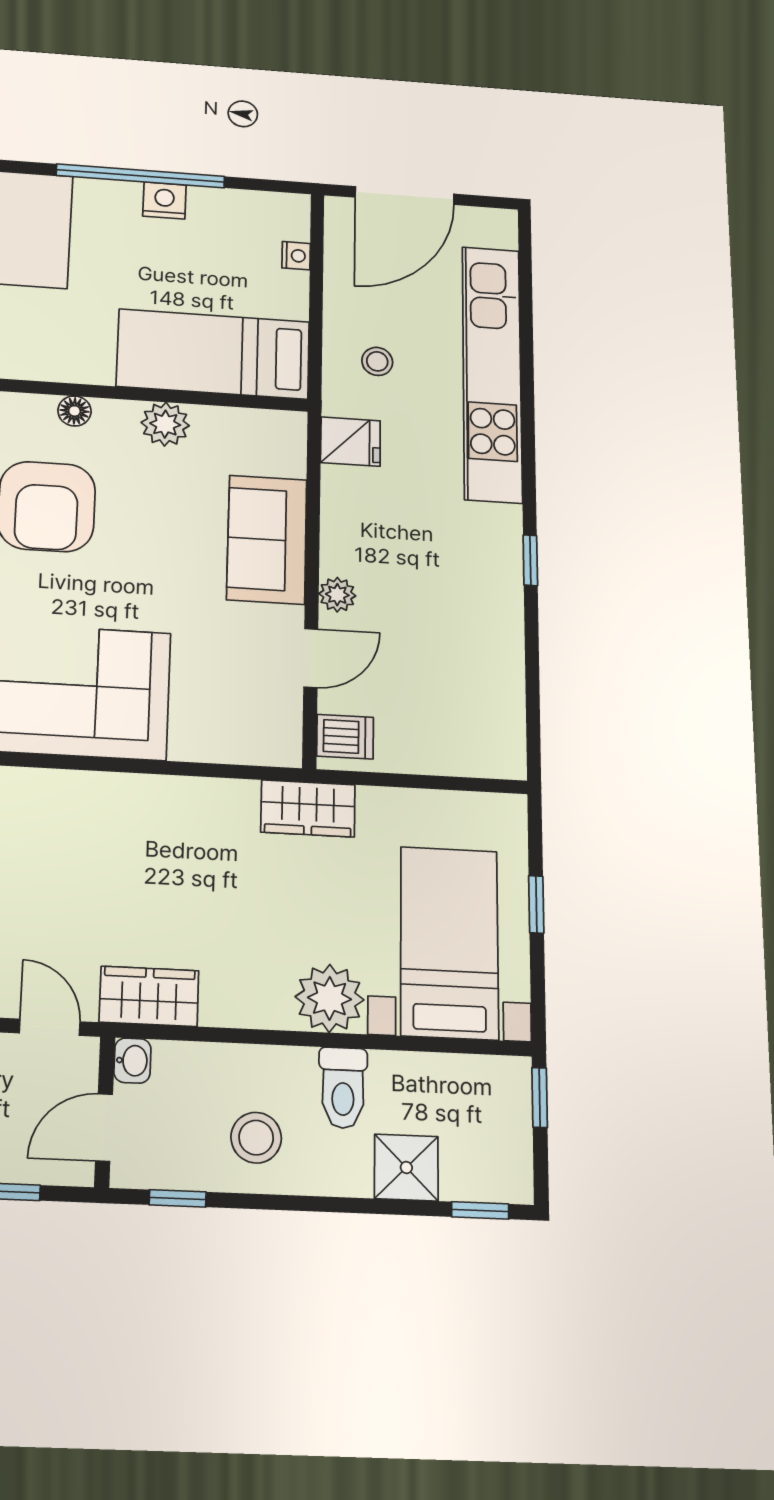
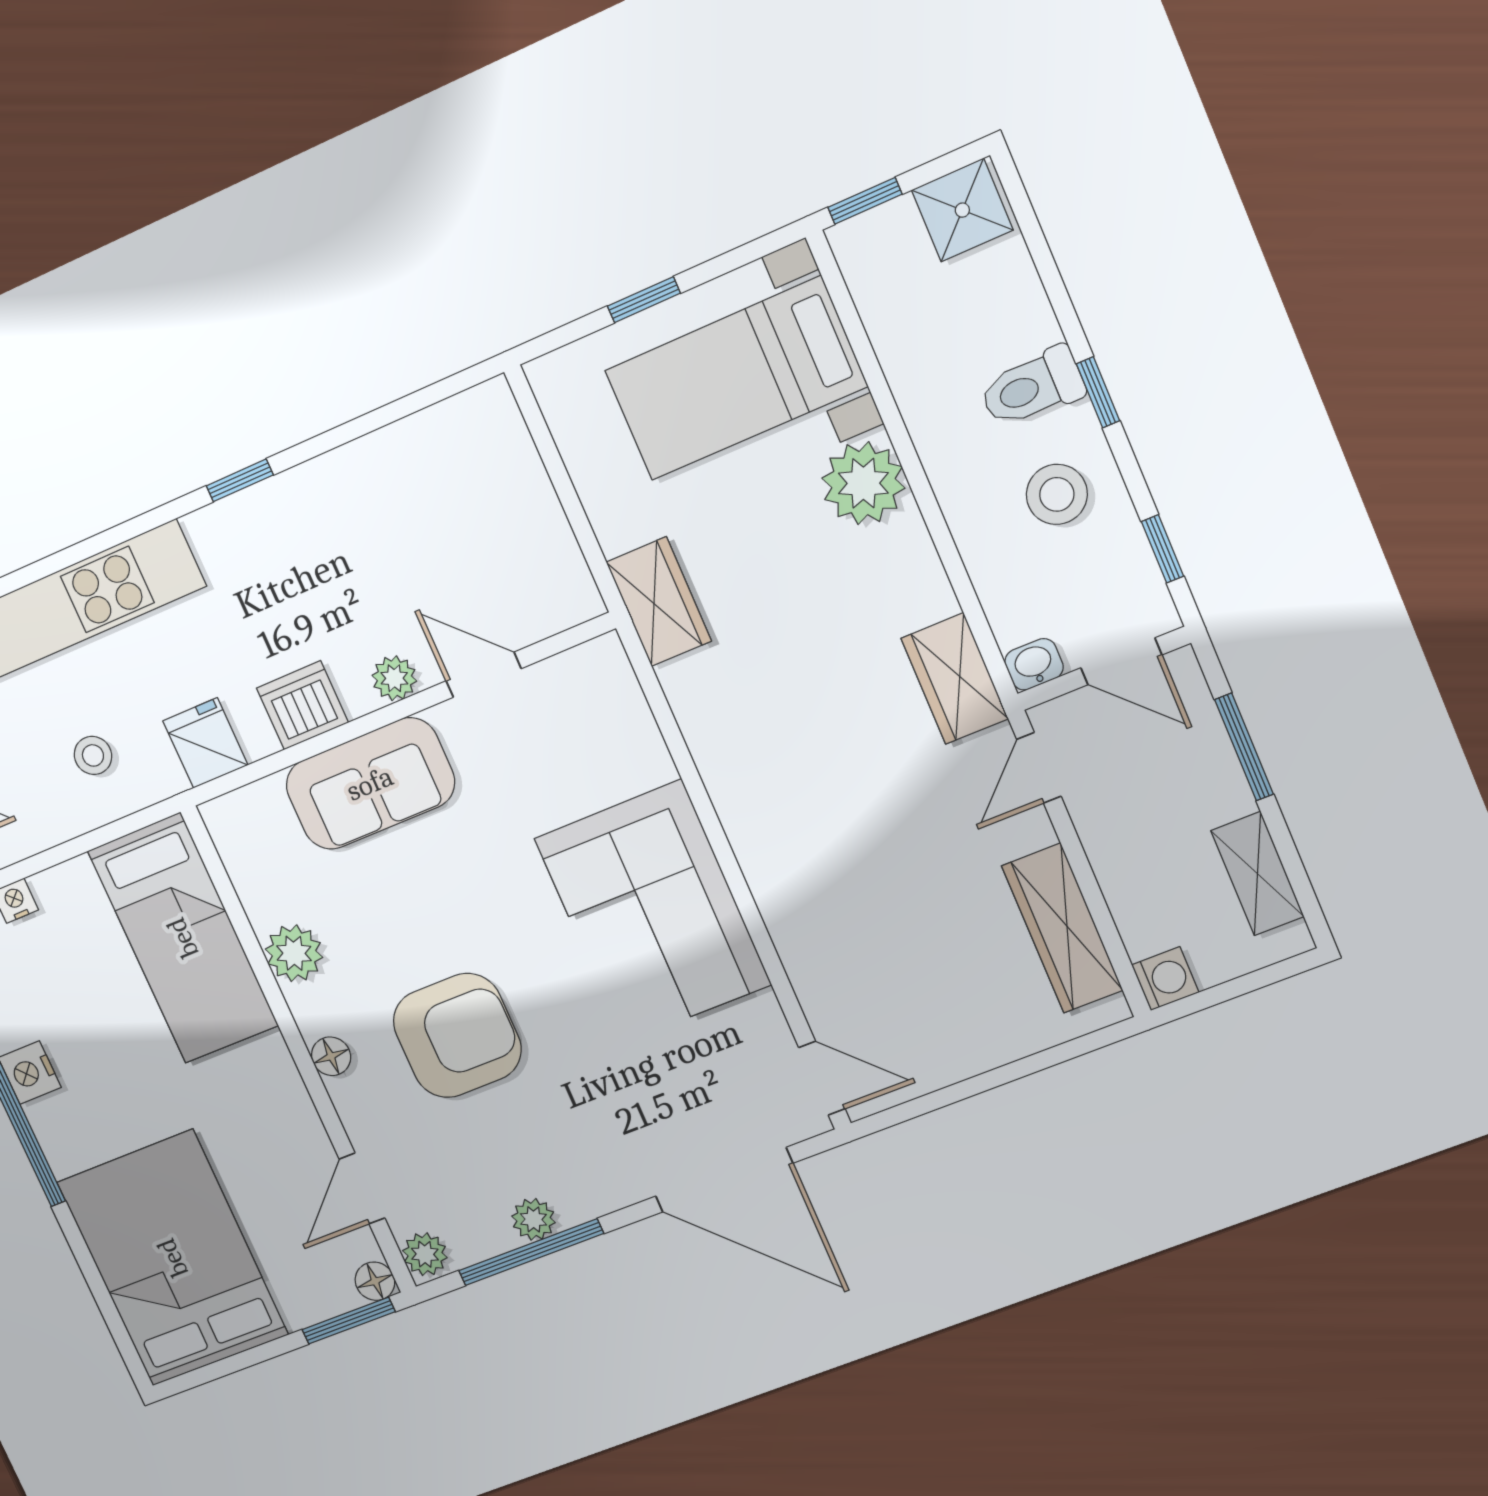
dishwasher: (345, 737) -> (302, 705), moved, width x1.38
toilet: (343, 1088) -> (1032, 387), moved, turned 180
shower: (406, 1167) -> (962, 210), moved
window: (480, 1210) -> (1098, 392), moved

